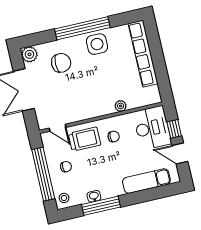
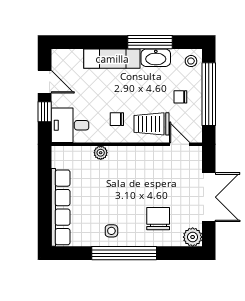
side table: (97, 44) -> (111, 231), width x0.54, depth x0.54
chair: (61, 63) -> (158, 219), turned 90
desk: (152, 128) -> (70, 125), width x0.73
exam couch: (146, 181) -> (112, 59), moved
washbasin: (94, 196) -> (156, 58), width x1.91, depth x1.45

